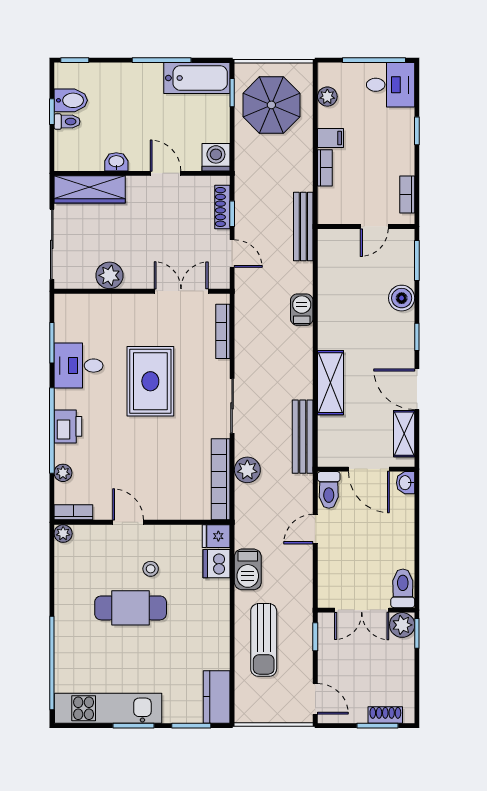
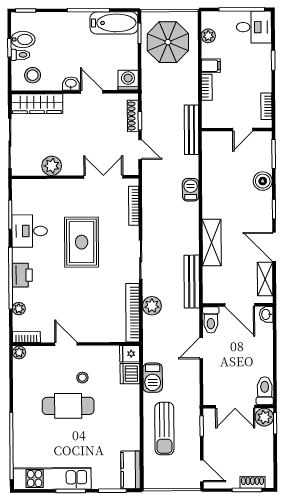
stool: (84, 150) -> (33, 75), added
washbasin: (116, 162) -> (71, 84), moved

